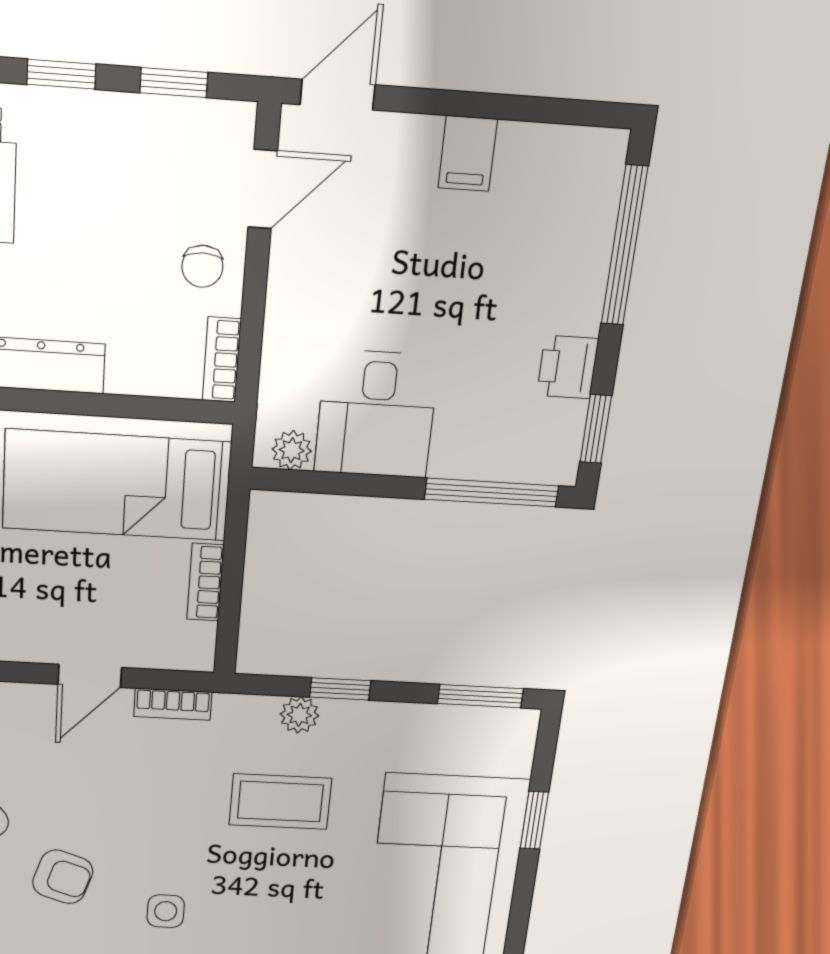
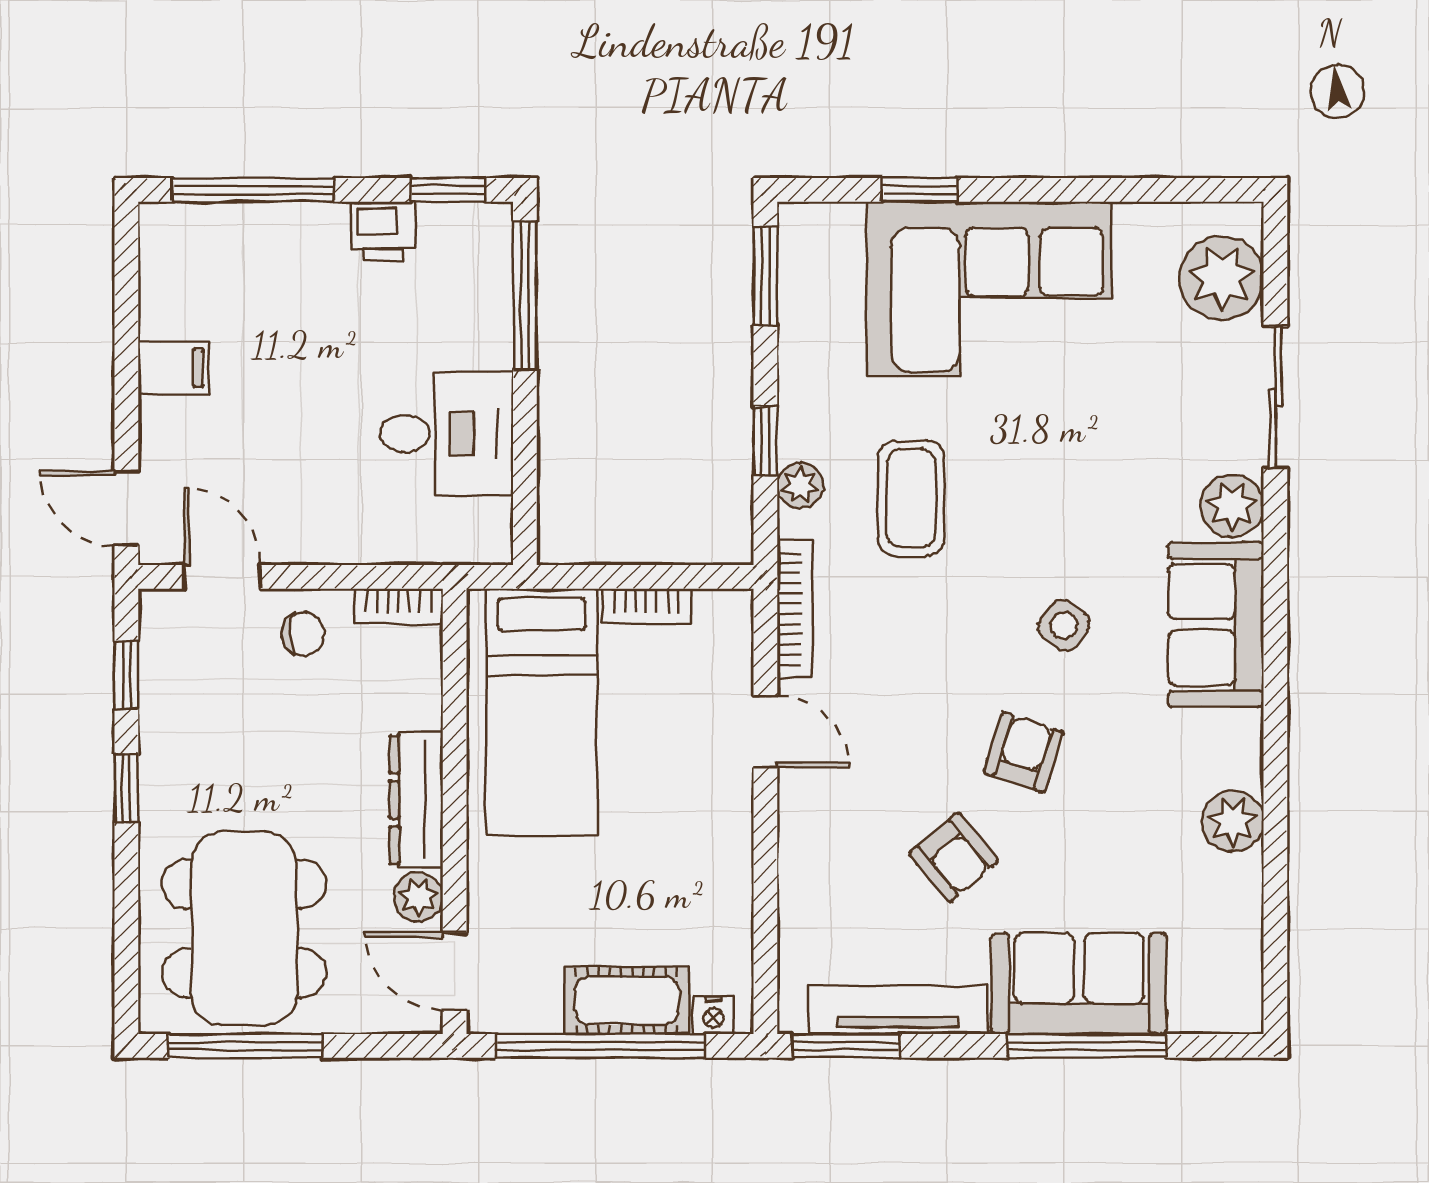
plant: (292, 450) -> (491, 522), removed
bookcase: (173, 704) -> (795, 609), width x1.56
side table: (166, 911) -> (1064, 626), turned 37

